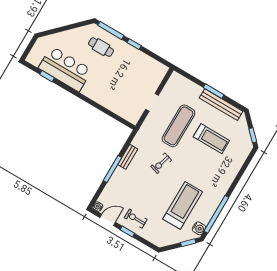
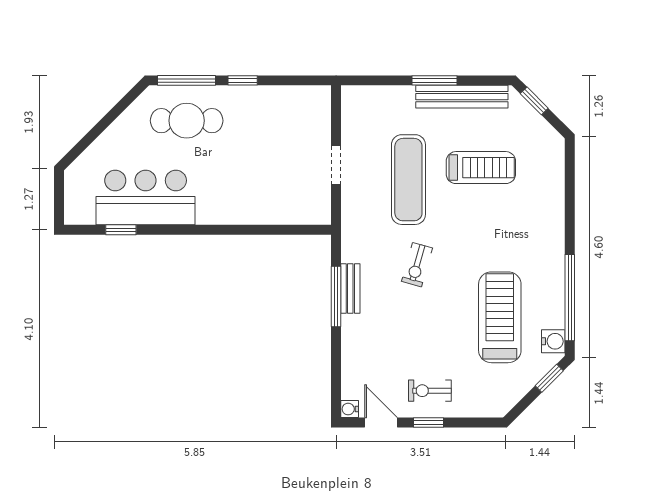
cafe table: (101, 47) -> (187, 121), width x1.37, depth x1.35
window: (253, 135) -> (534, 101), moved
window: (113, 169) -> (336, 297), moved
door: (108, 220) -> (381, 423), hinge flipped

